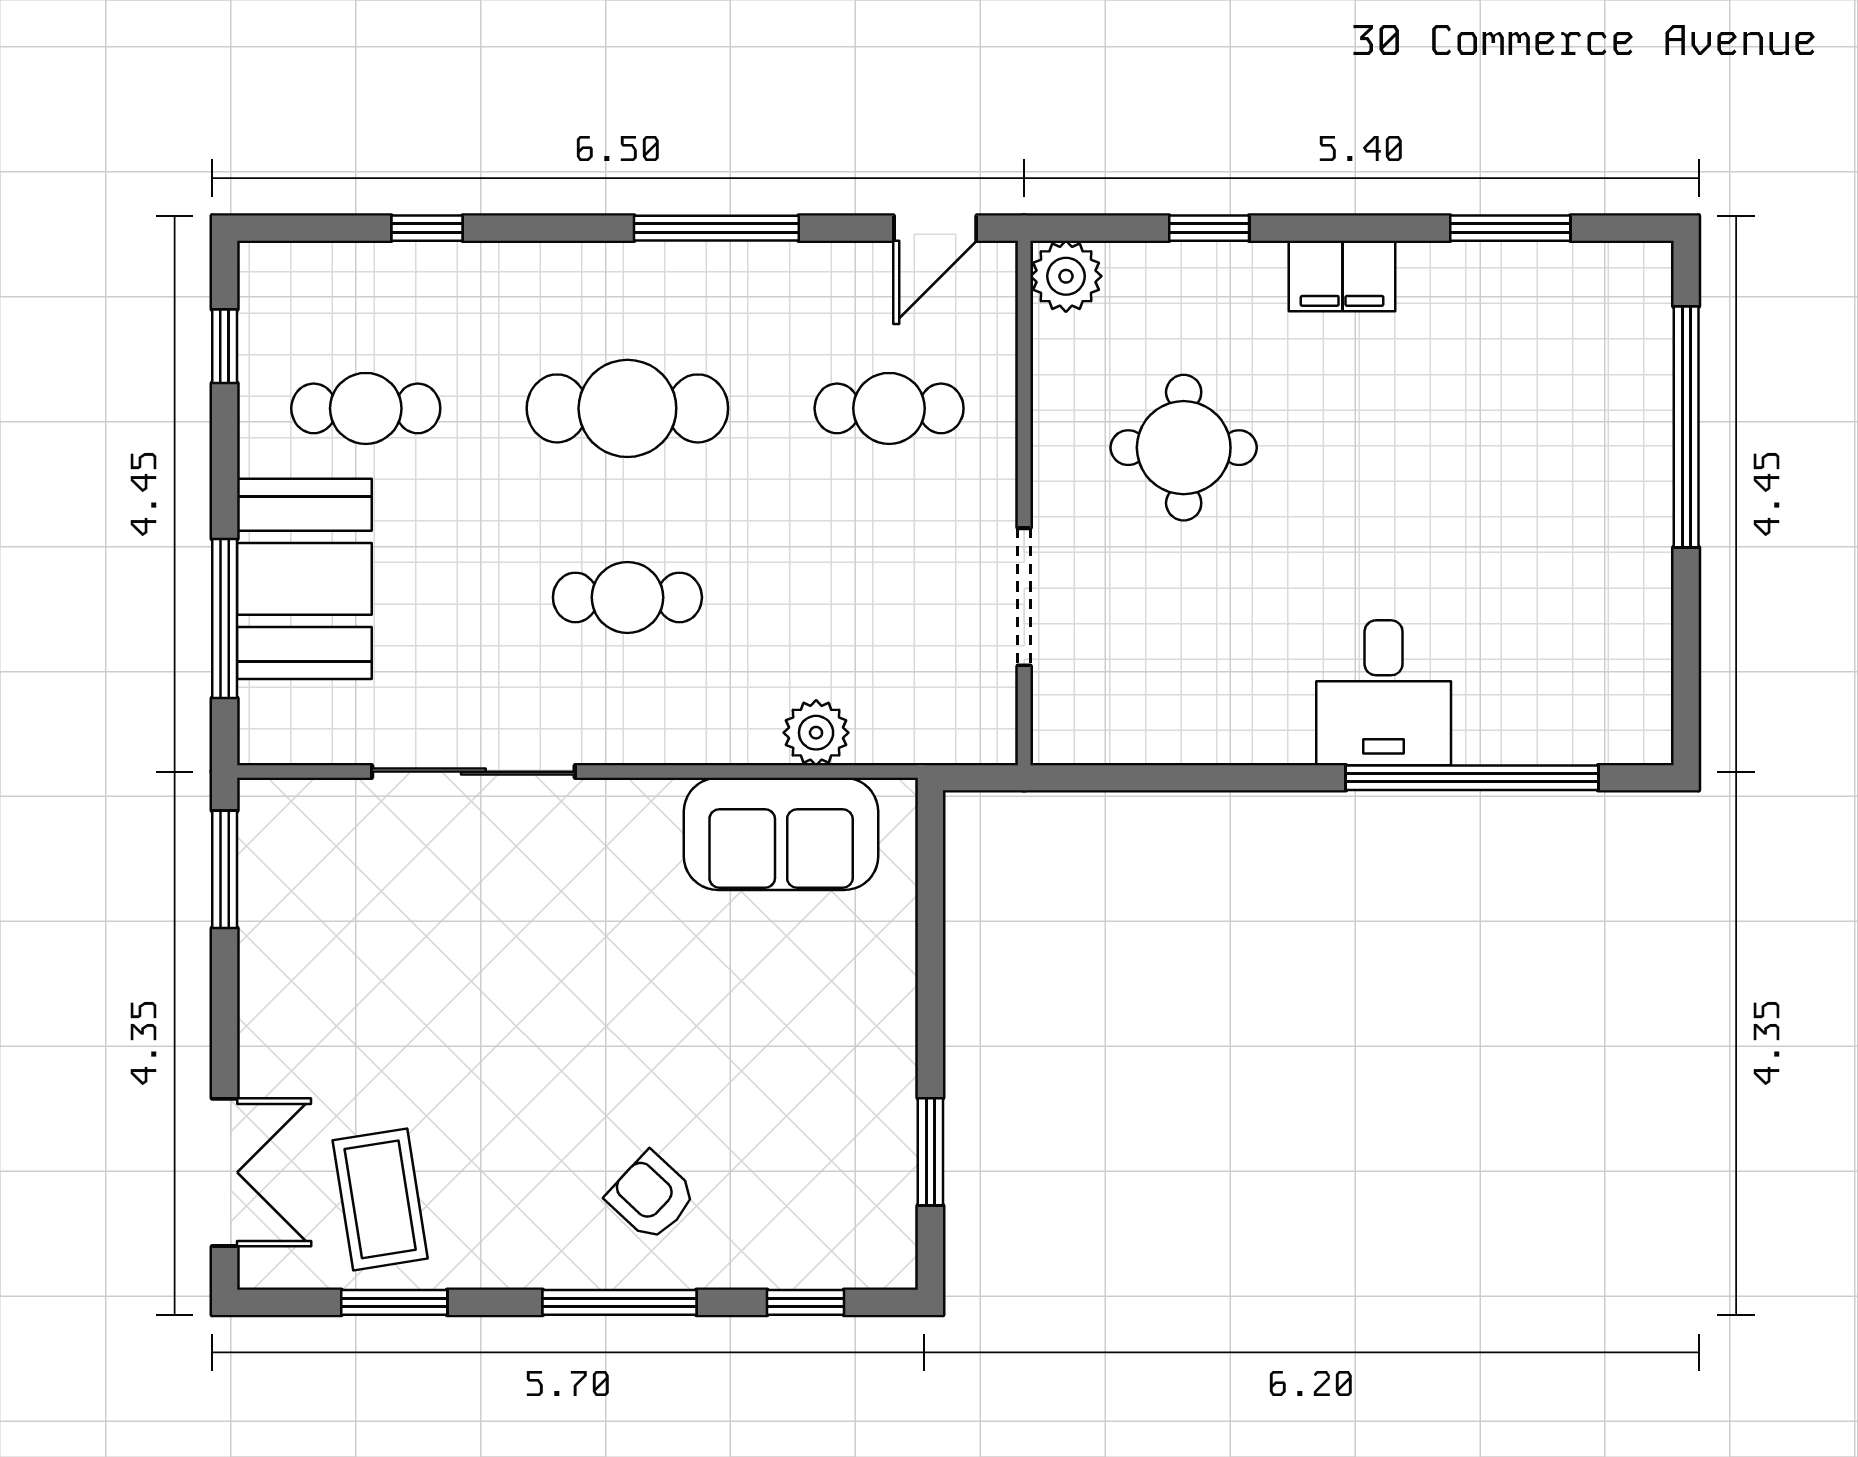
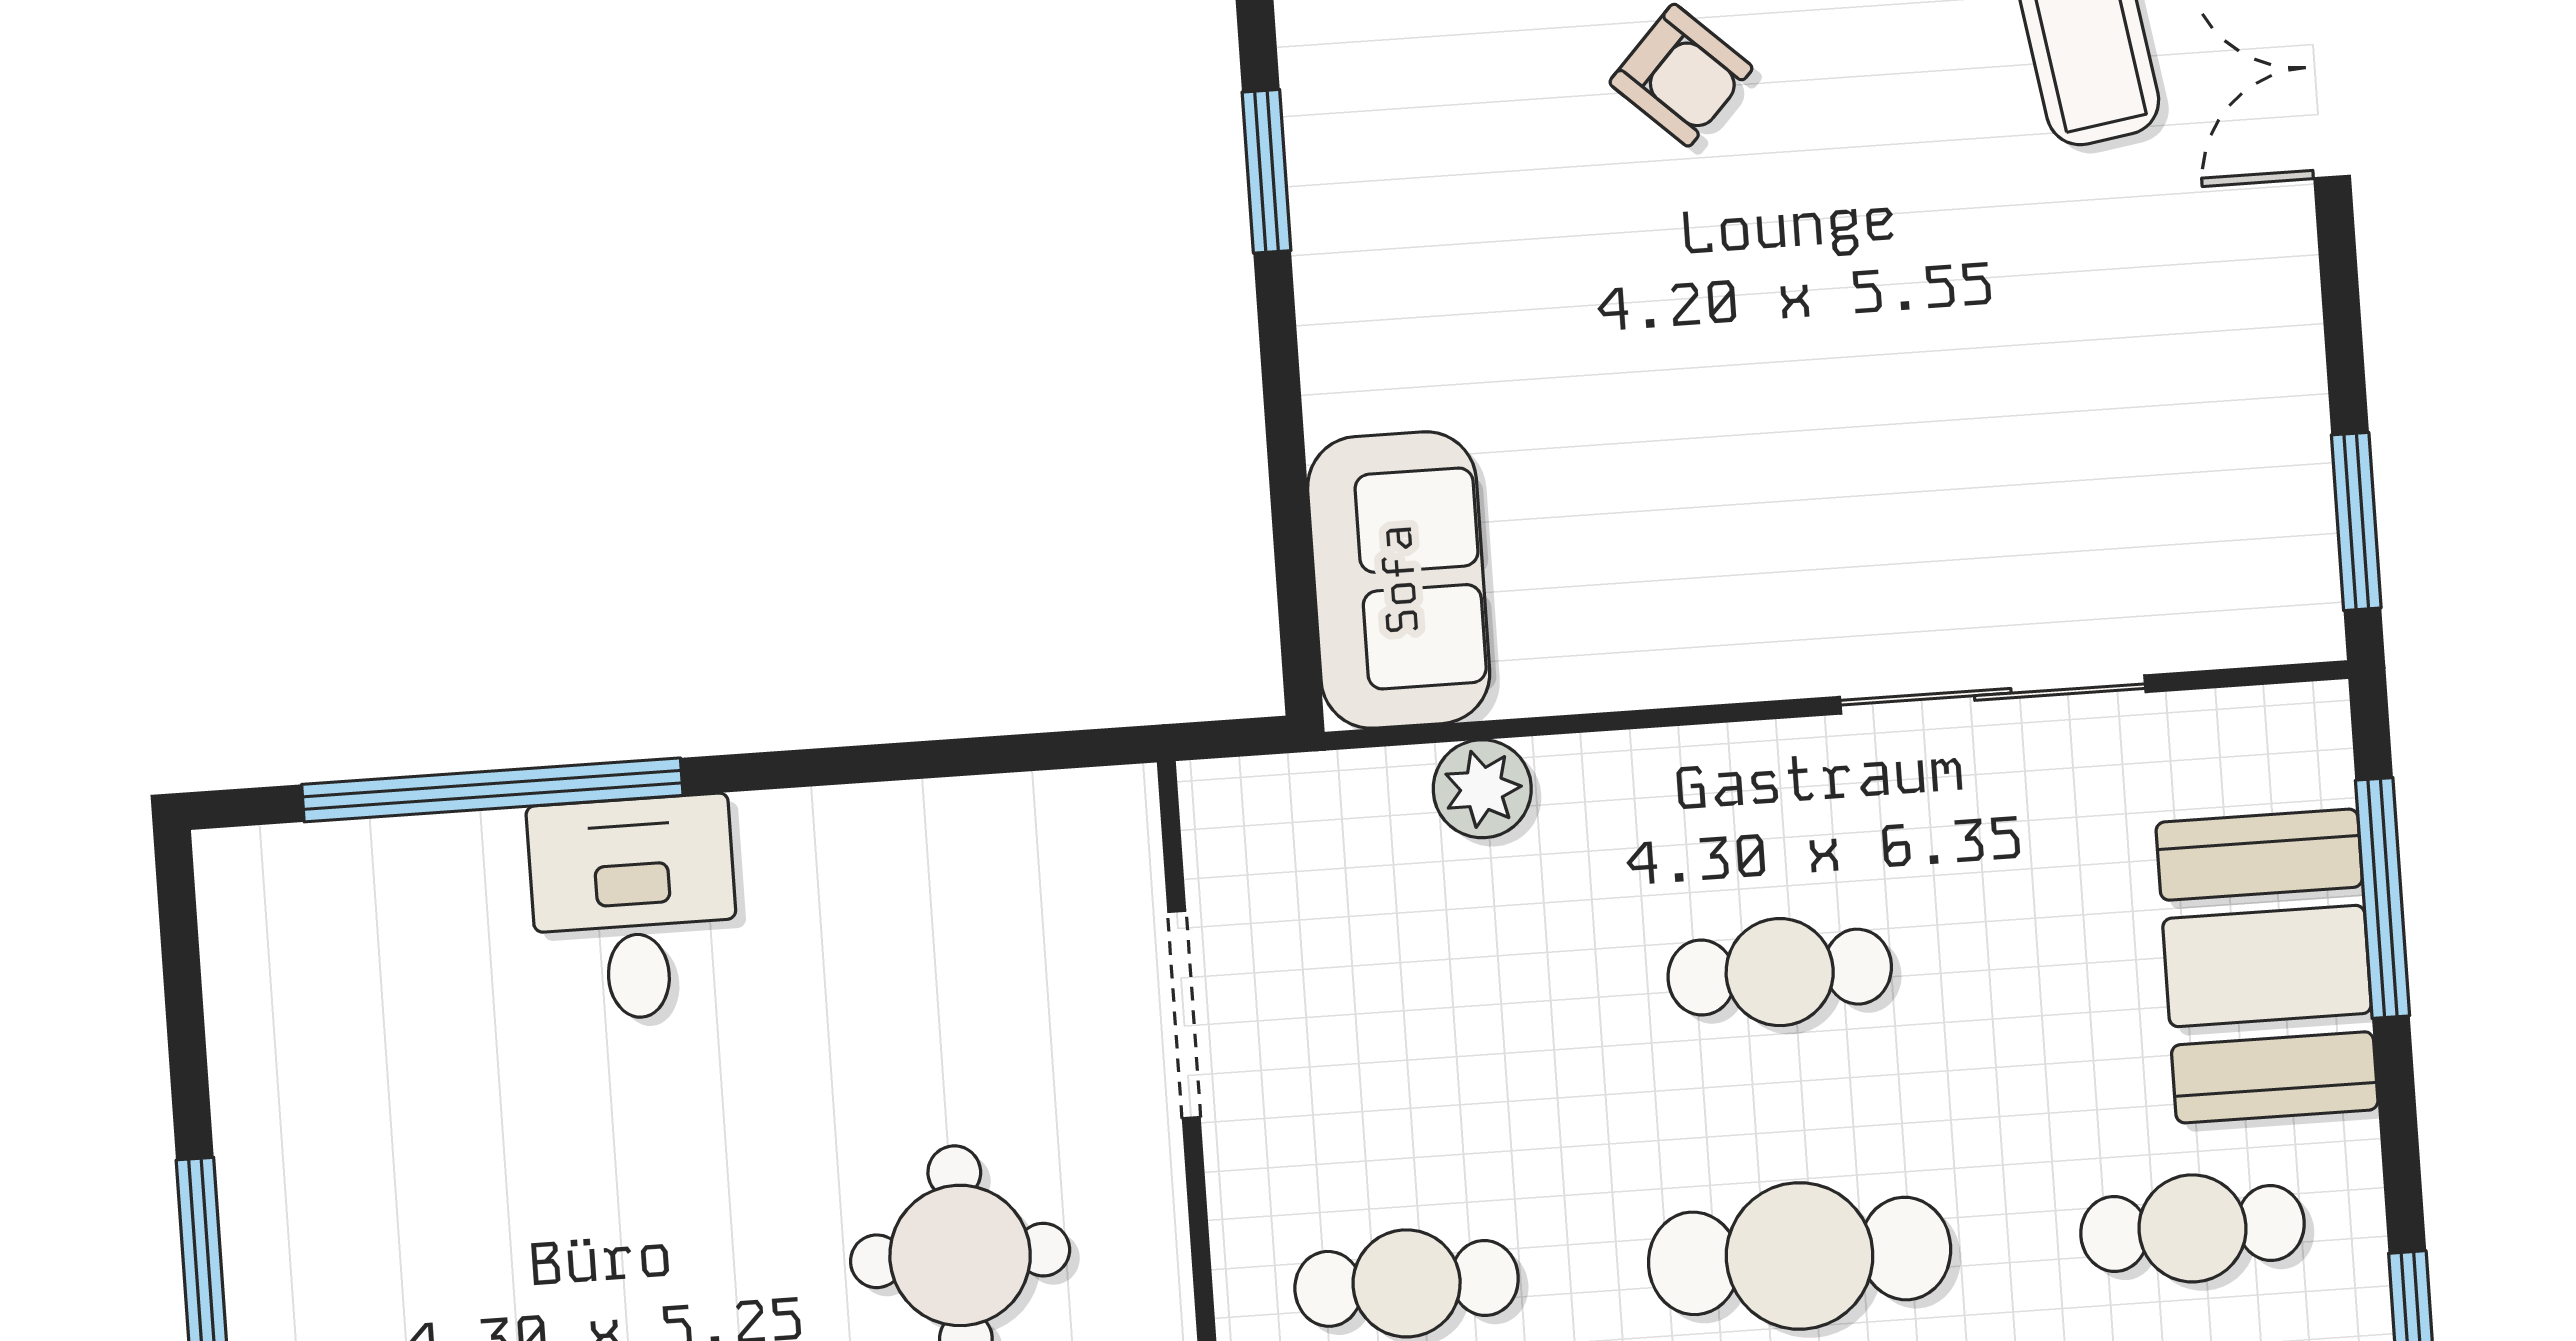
sofa: (781, 834) -> (1399, 580), moved, turned 90

